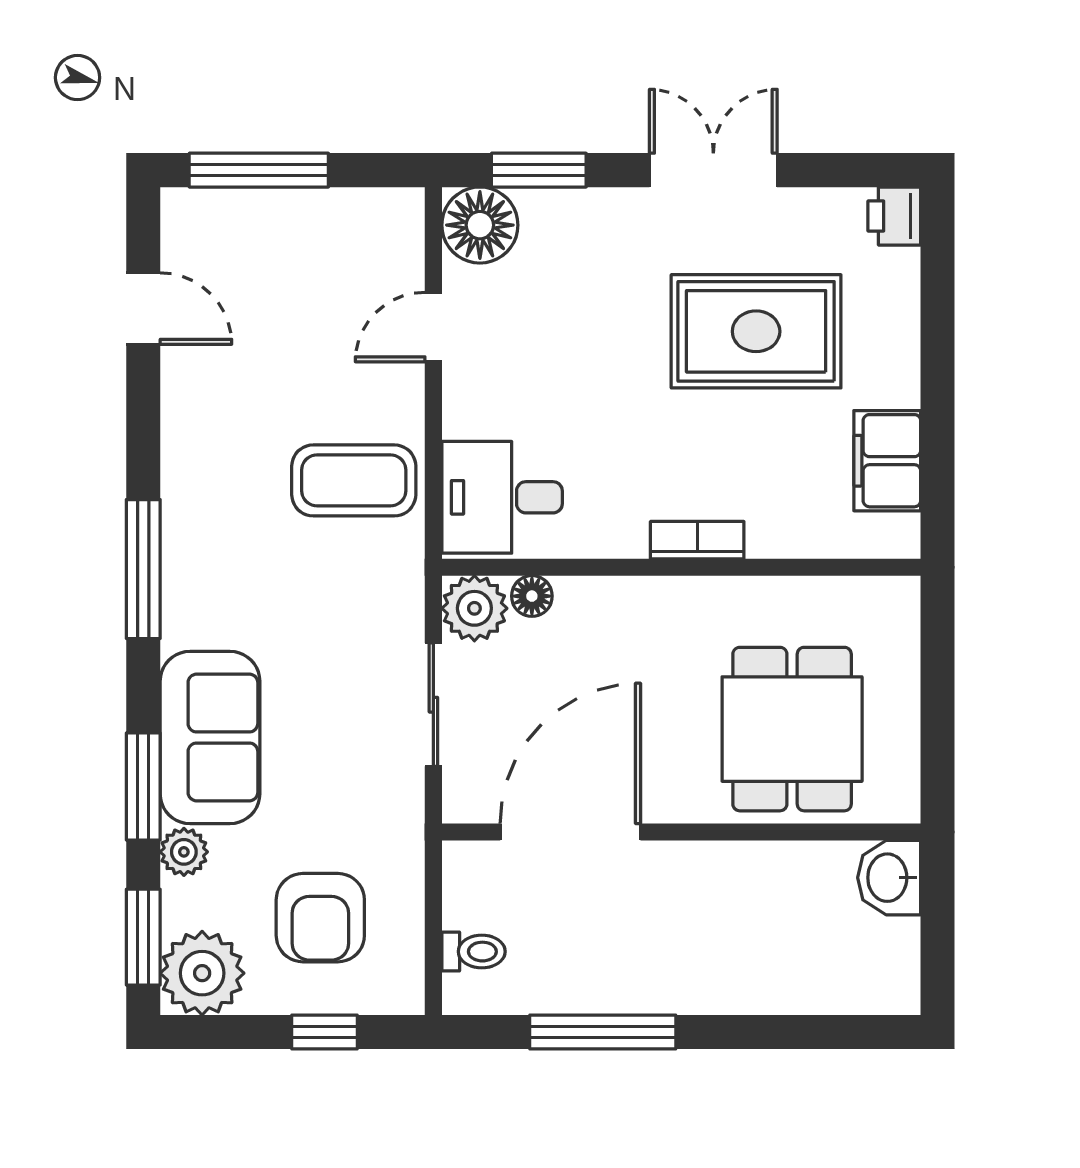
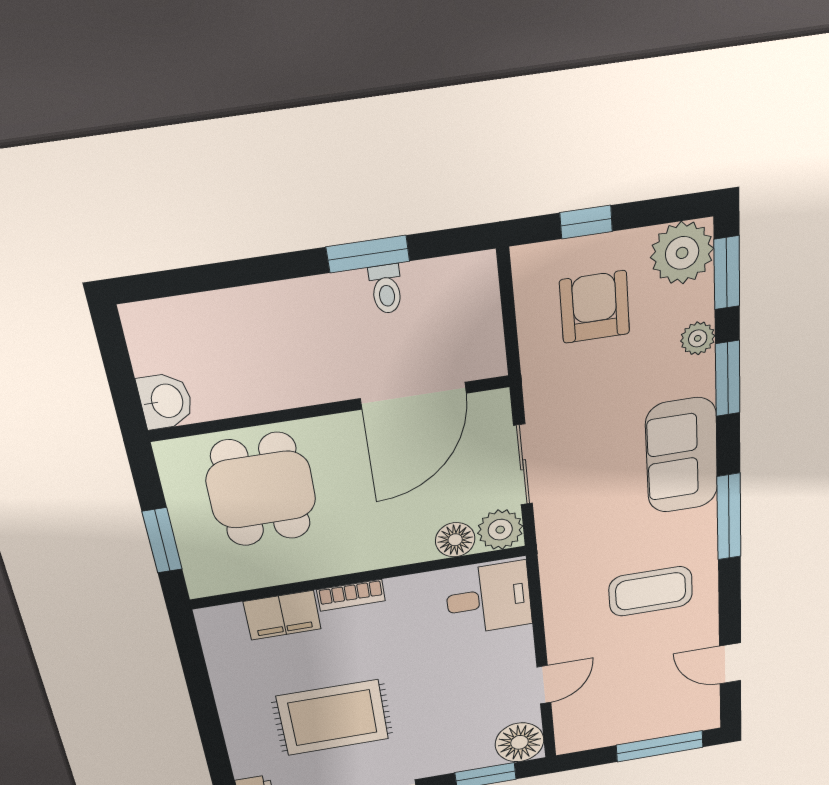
filing cabinet: (887, 461) -> (282, 615), moved, turned 90
coffee table: (354, 480) -> (651, 591), moved
floor lamp: (532, 596) -> (455, 540), width x1.37, depth x1.37
window: (938, 676) -> (162, 540), added
sofa: (210, 737) -> (682, 456), moved
toilet: (474, 952) -> (386, 289), moved, turned -90
window: (603, 1032) -> (368, 254), width x0.69

